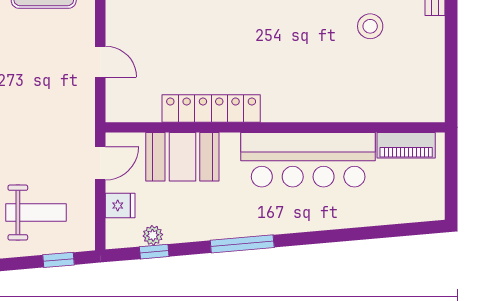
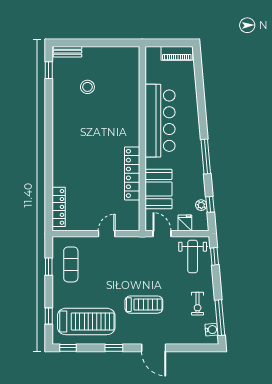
piano: (406, 145) -> (177, 53), moved, turned 90
weight bench: (36, 213) -> (193, 257), moved, turned 180

